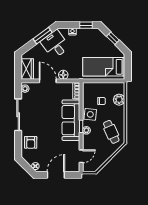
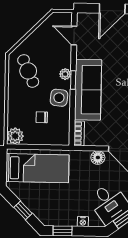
plant: (119, 100) -> (15, 136), moved
door: (81, 156) -> (74, 36), hinge flipped

